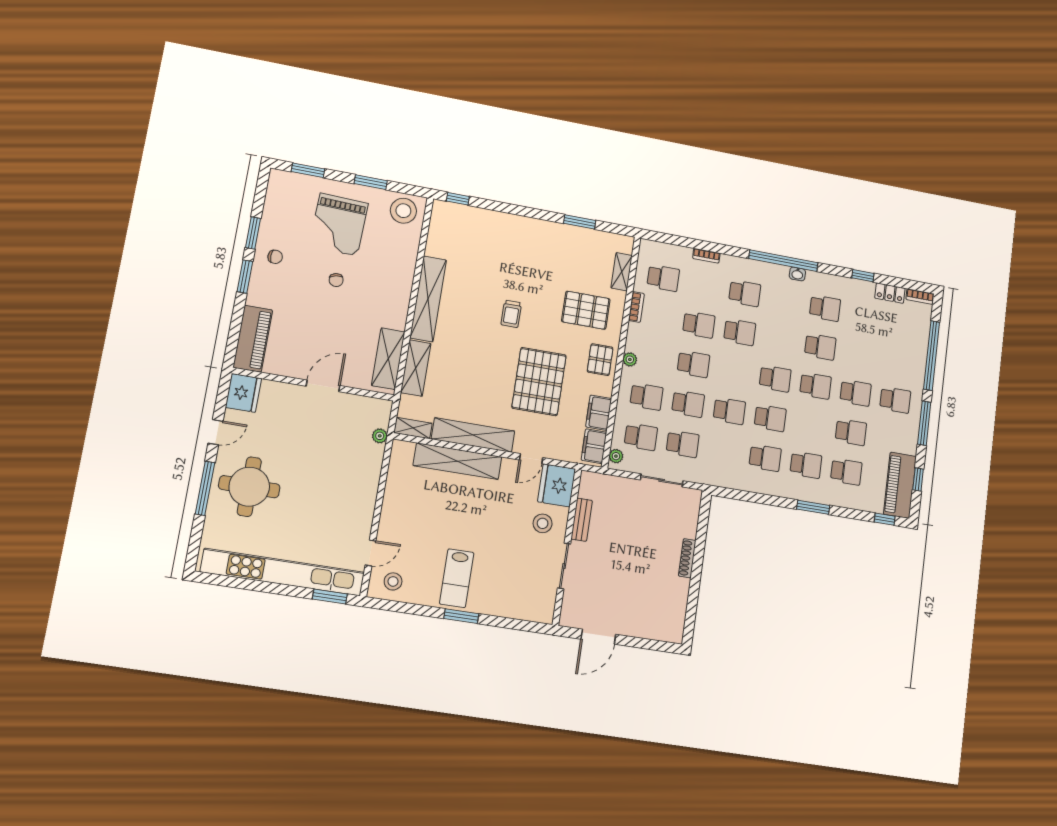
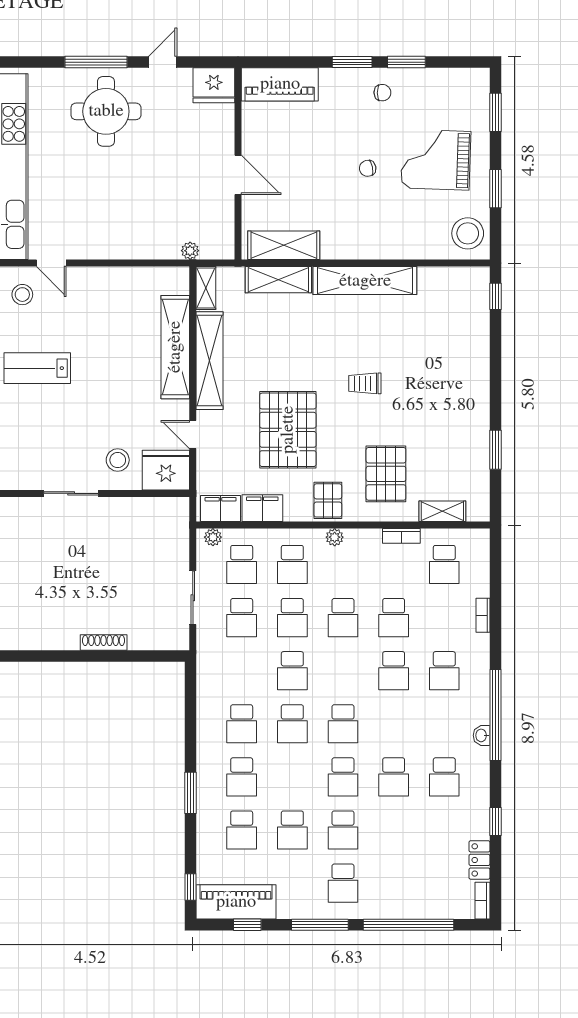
chair: (275, 257) -> (382, 93), turned -91
pallet: (600, 360) -> (328, 500), turned 90
pallet: (539, 382) -> (288, 430), turned 90
door: (216, 432) -> (163, 62), swing flipped
bench: (582, 520) -> (129, 506), removed

